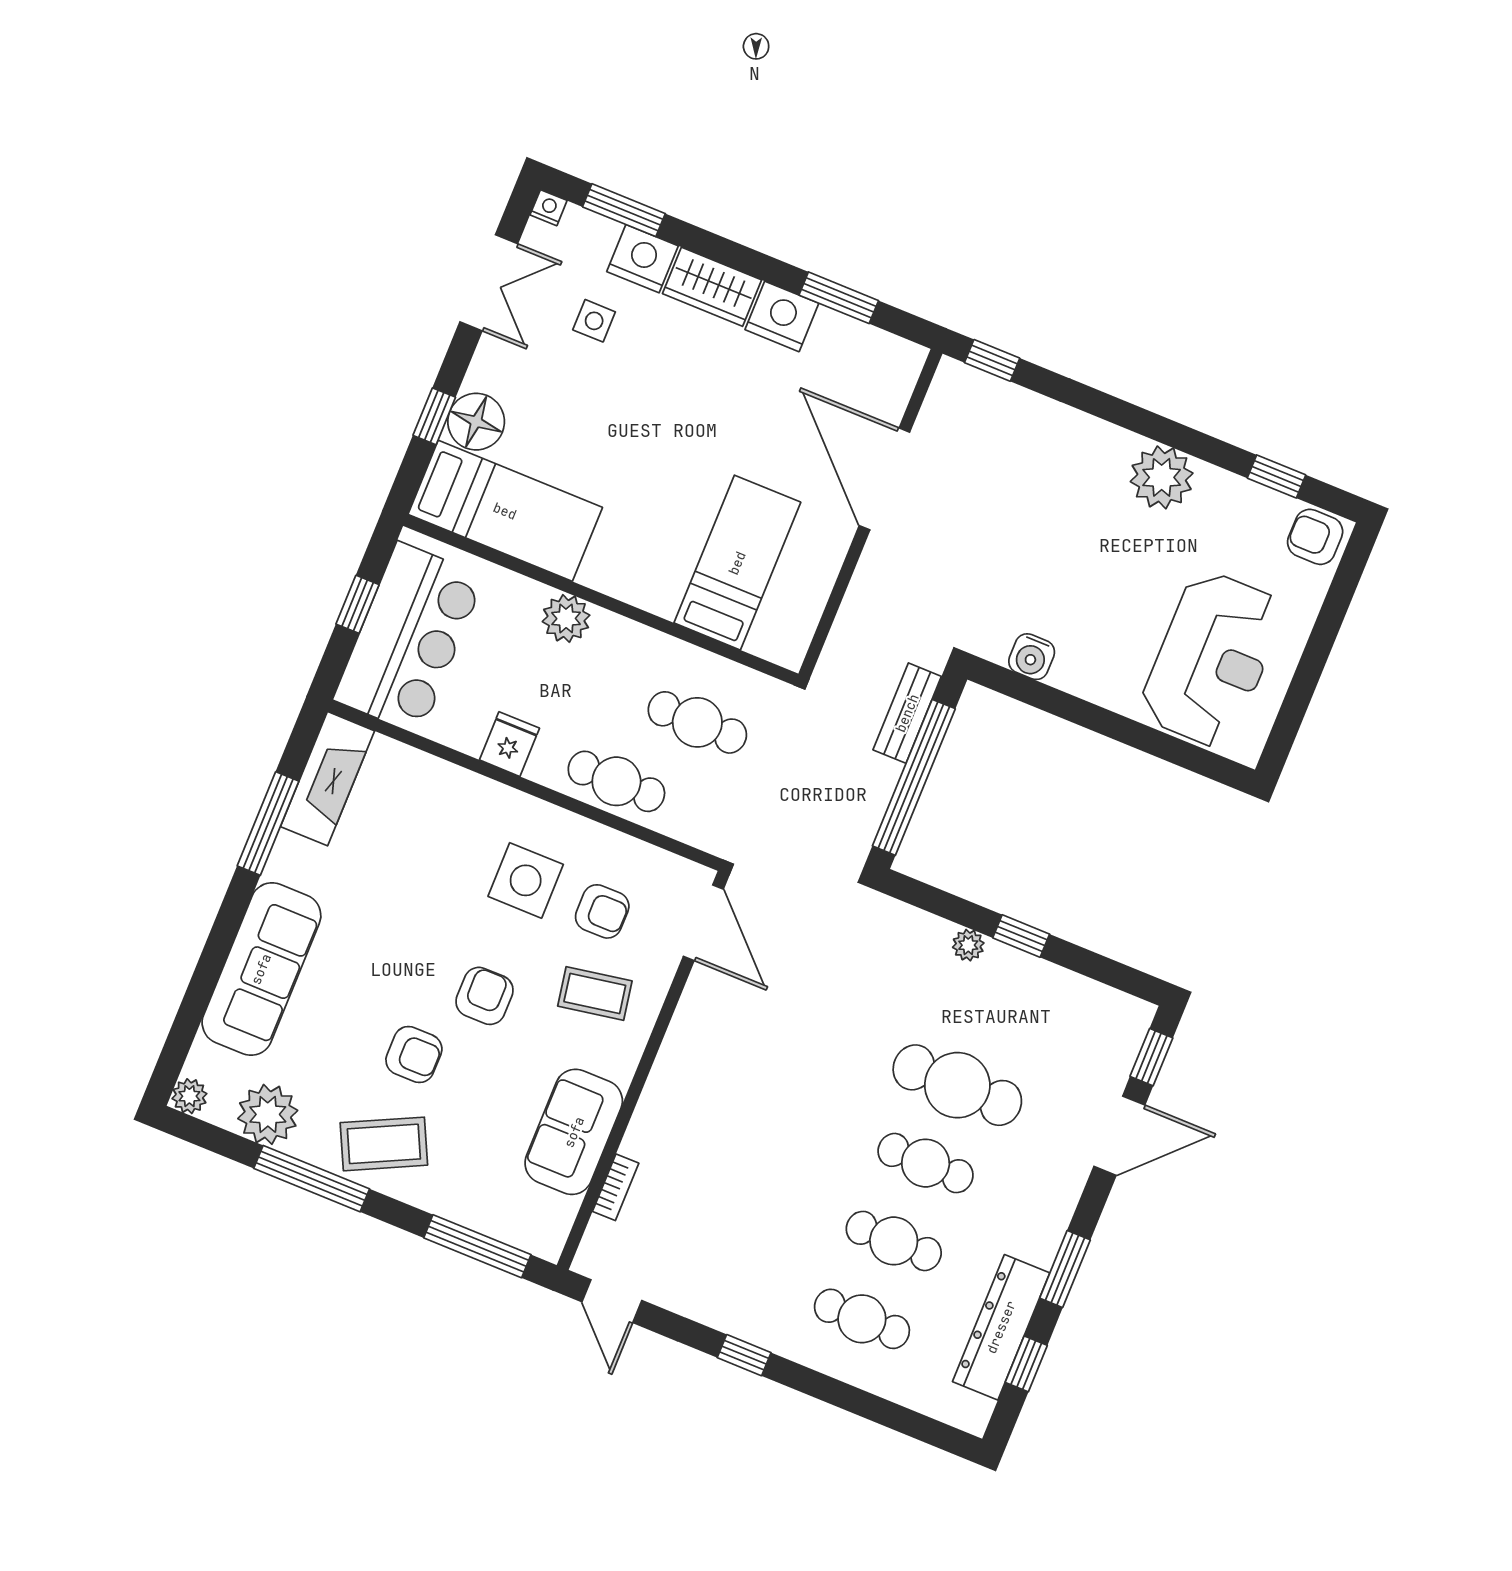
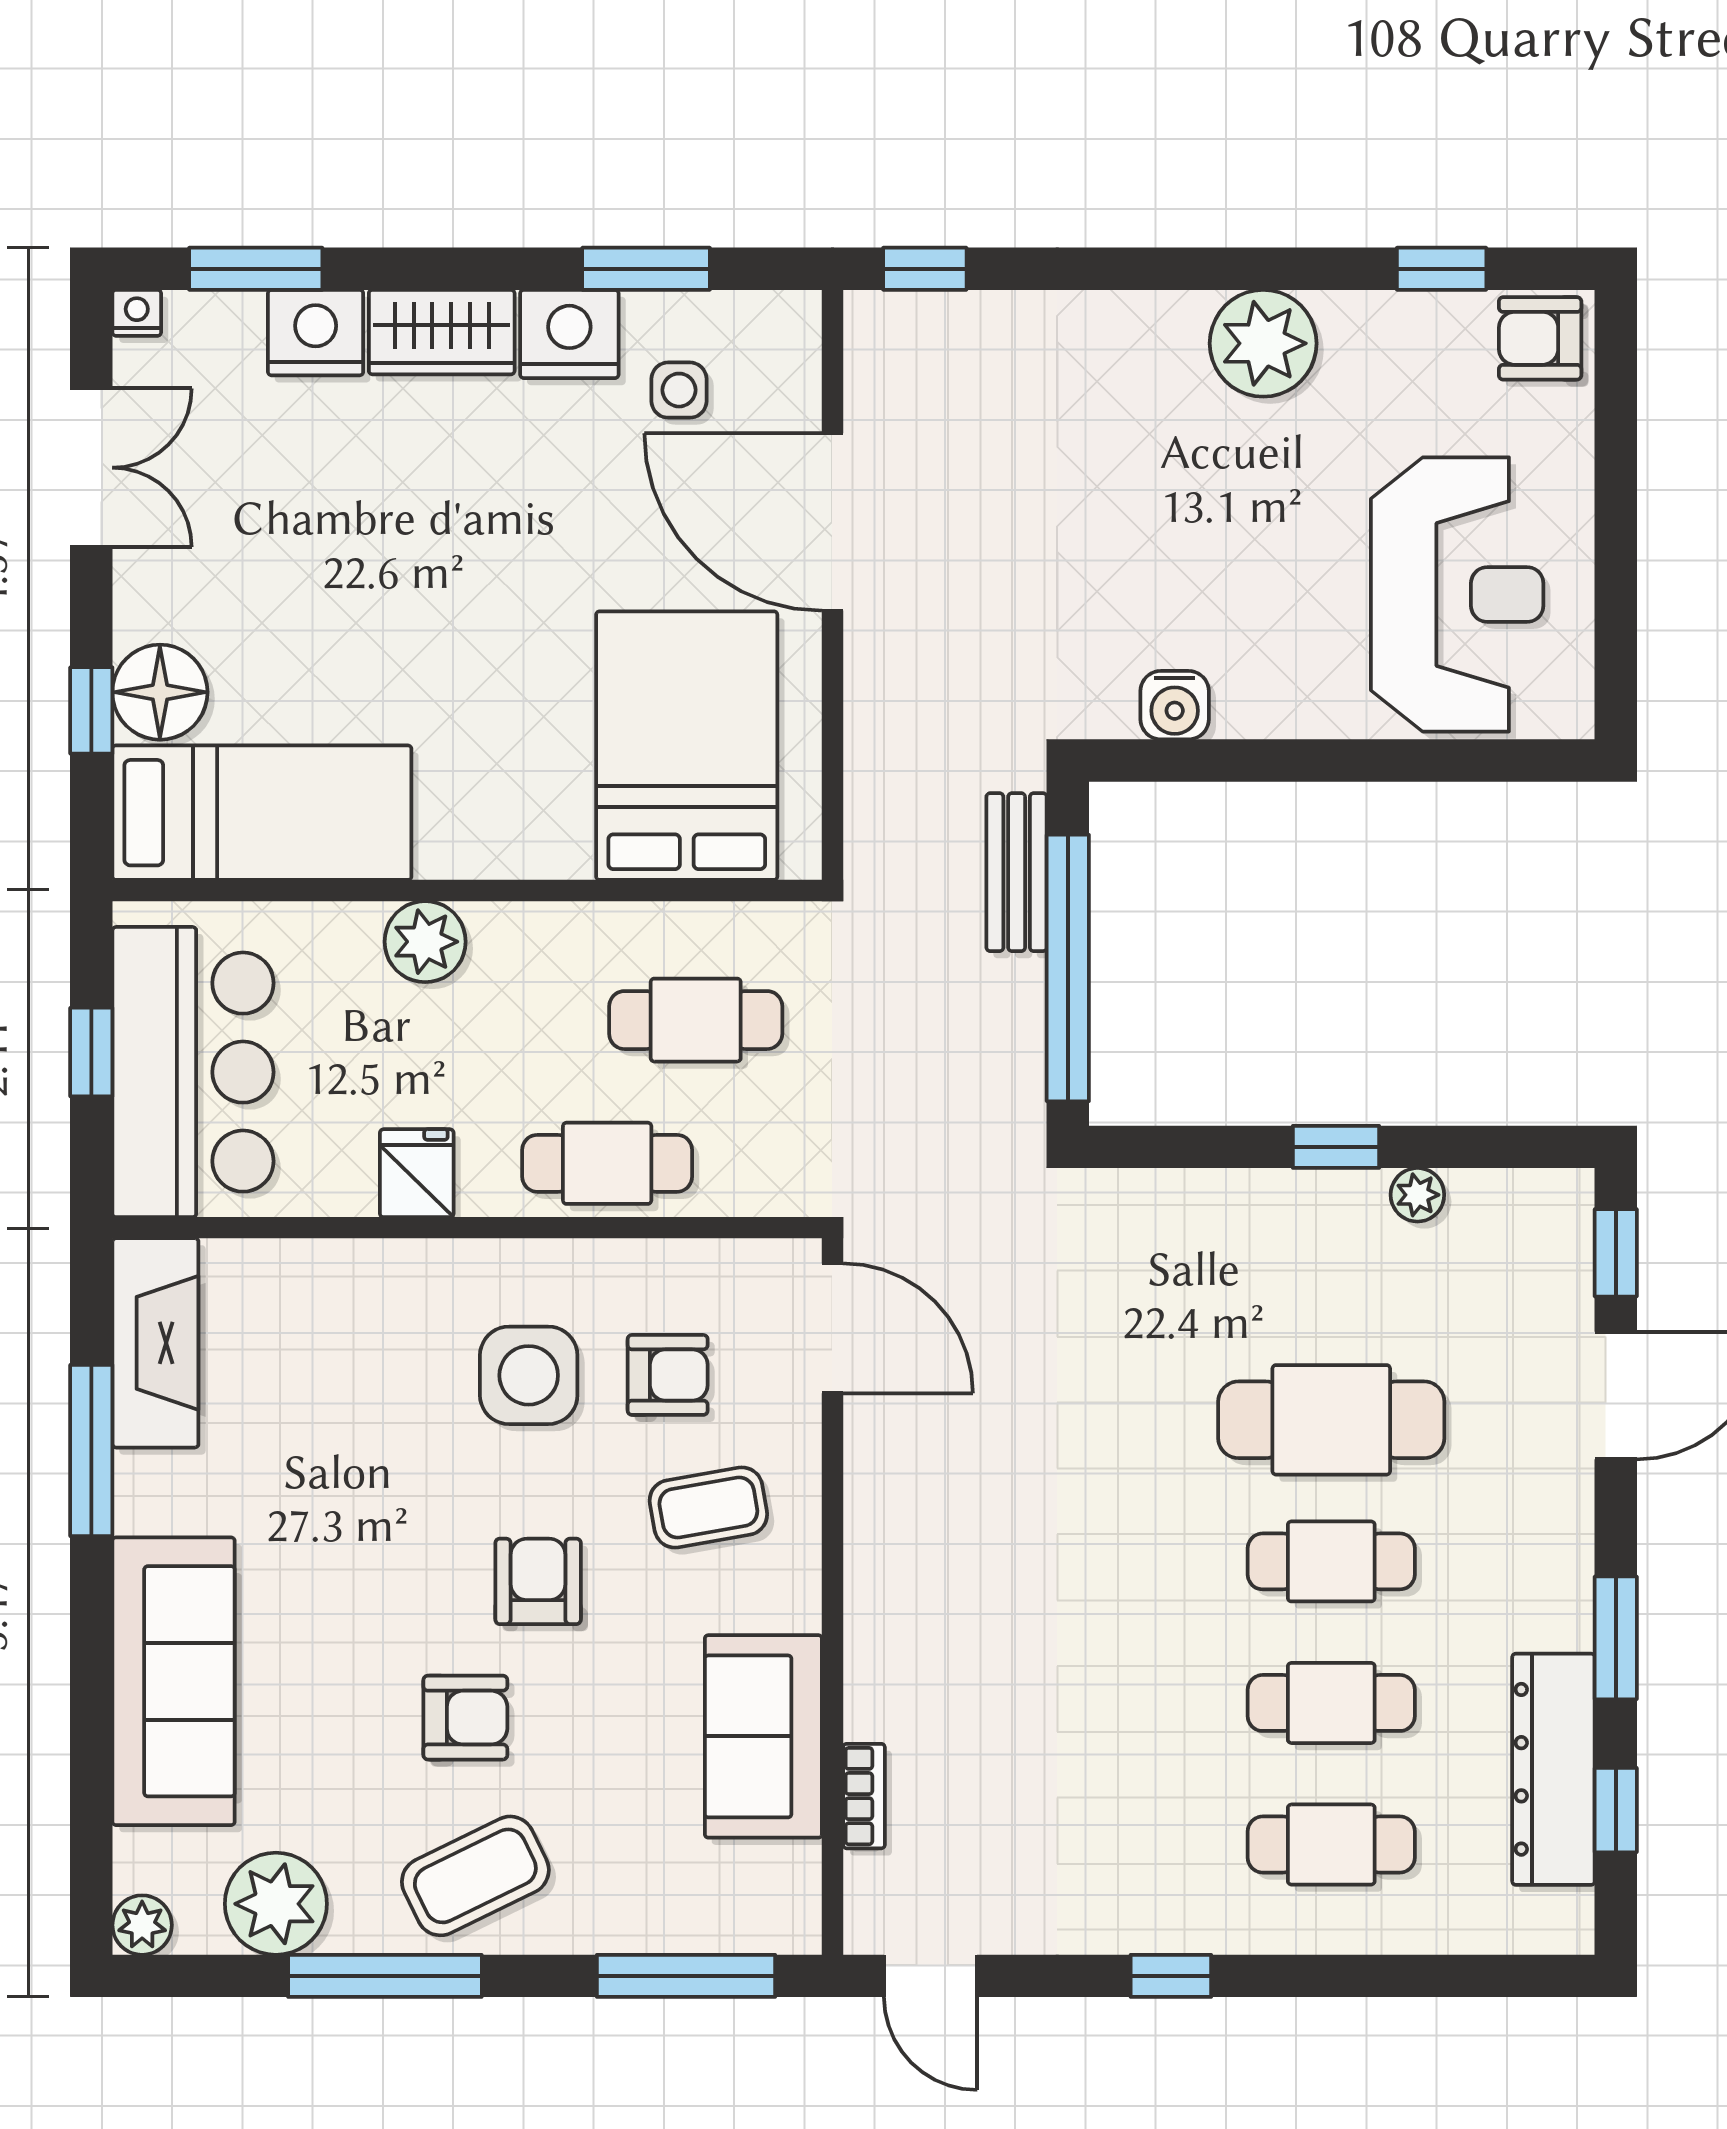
side table: (594, 321) -> (679, 390), moved
bed: (737, 563) -> (687, 746), width x1.50
plant: (968, 945) -> (1417, 1195), moved

